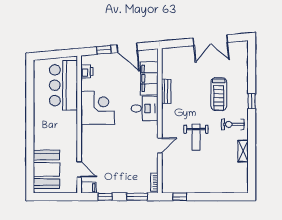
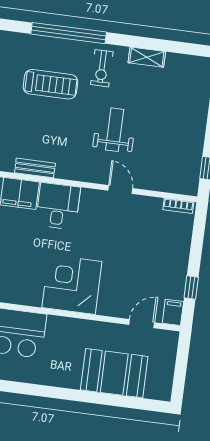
window: (252, 101) -> (69, 33), width x3.17
corner desk: (98, 108) -> (72, 285), moved
weight bench: (196, 137) -> (115, 130), turned -90
booth: (46, 169) -> (114, 373), moved
window: (137, 197) -> (198, 237), removed

